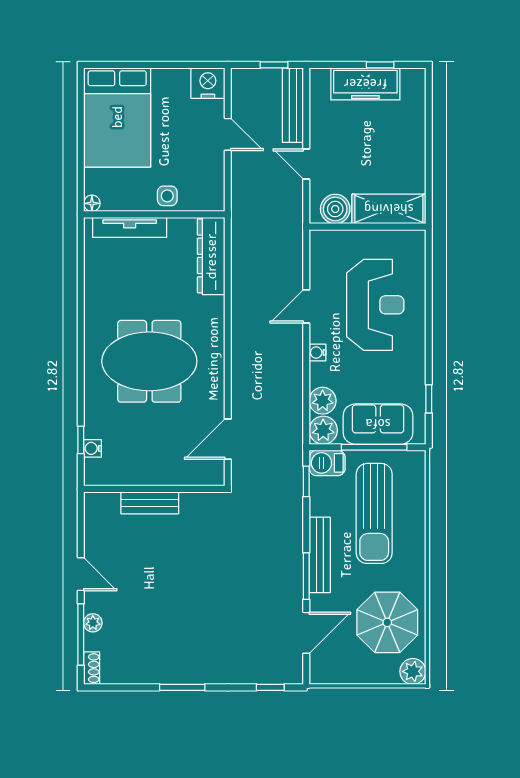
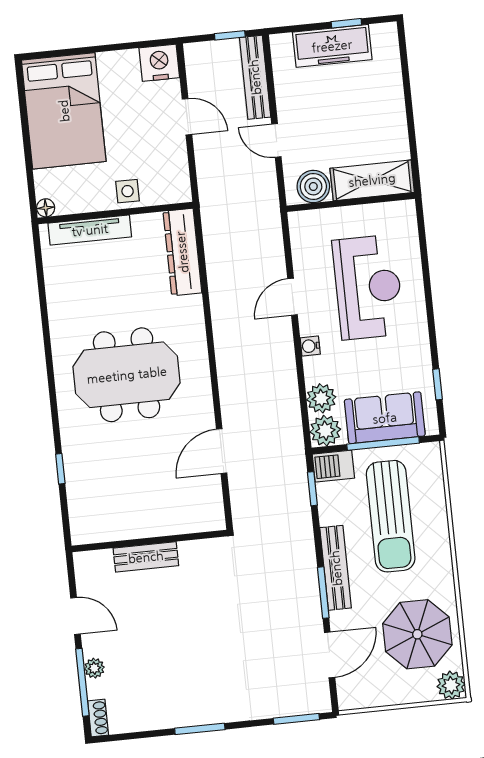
water cooler: (93, 448) -> (74, 477), removed
wall: (154, 489) -> (149, 541), moved
bench: (150, 503) -> (146, 557), moved
window: (270, 687) -> (296, 719), width x1.50

